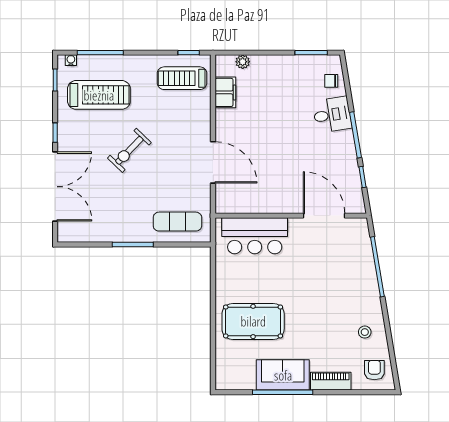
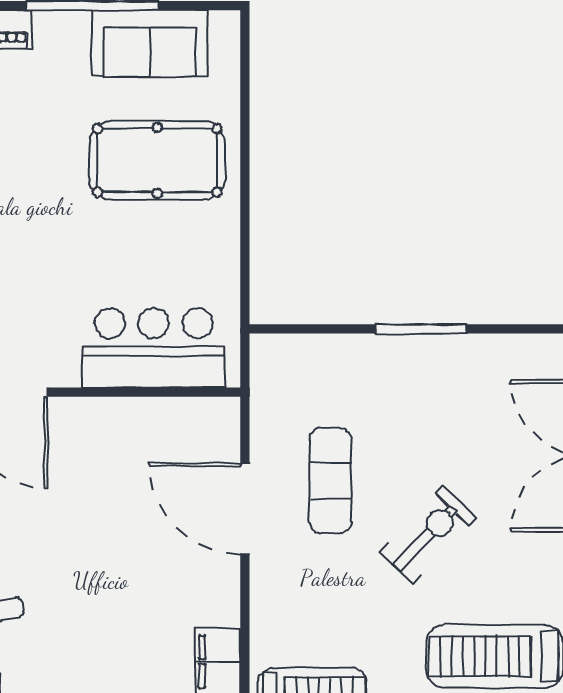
exercise mat: (177, 222) -> (330, 480), moved, turned 90
sofa: (283, 375) -> (149, 43), moved

